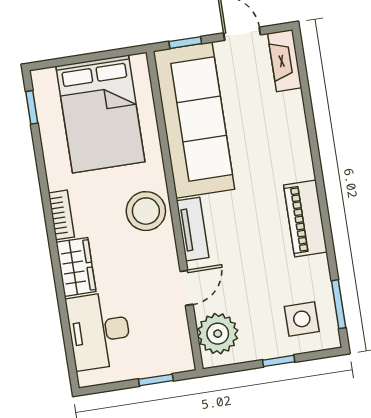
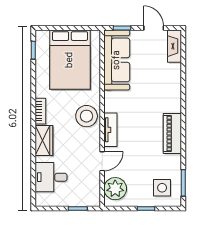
sofa: (194, 120) -> (117, 60), width x0.74, depth x0.79
desk: (99, 331) -> (51, 177), width x0.73

